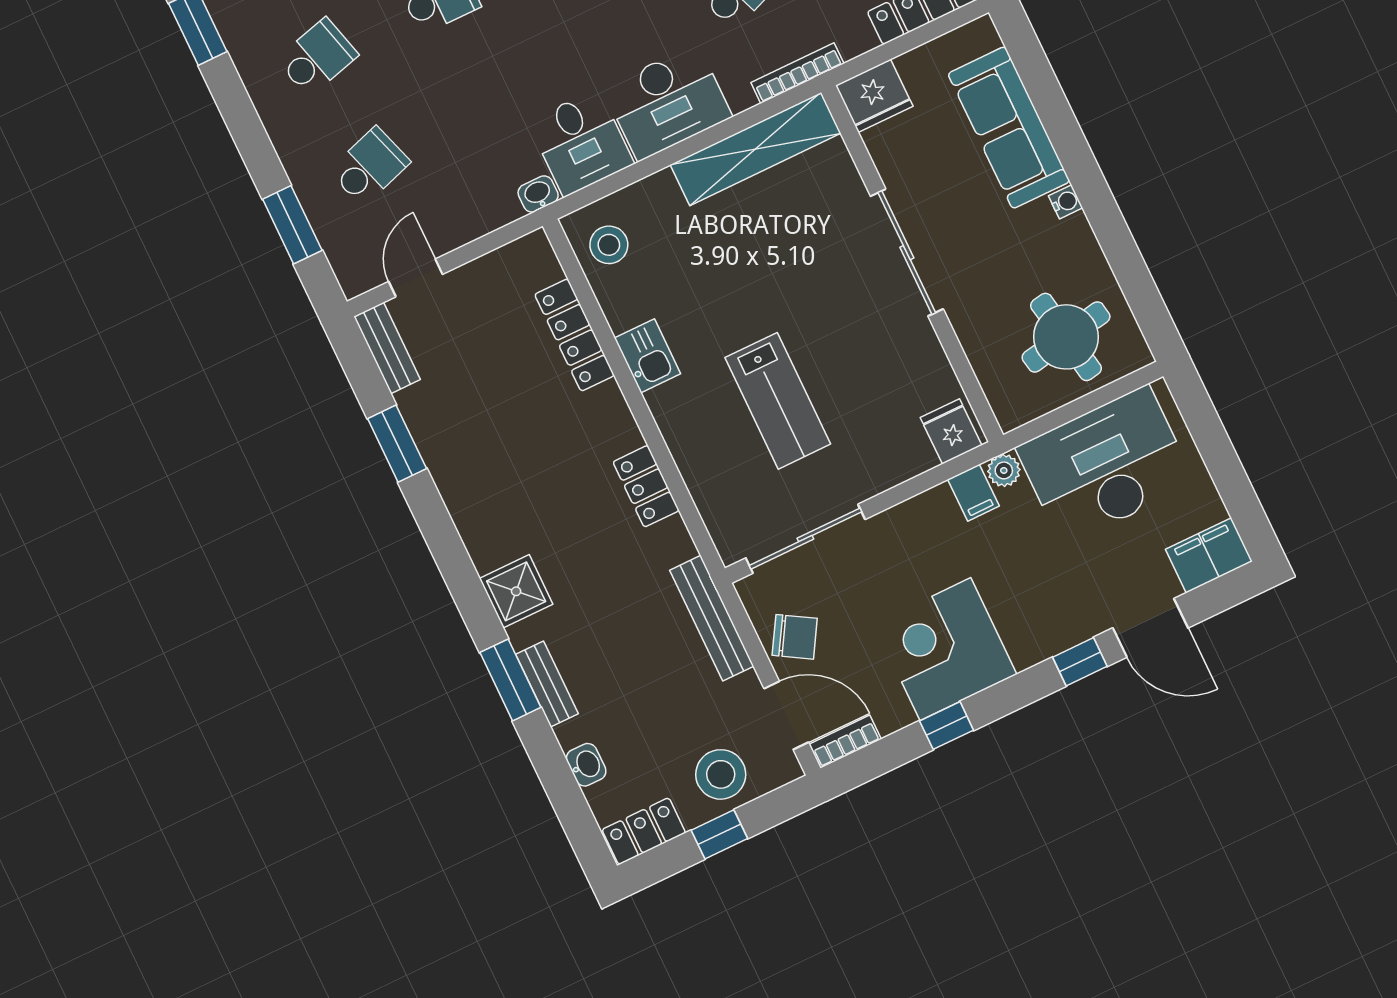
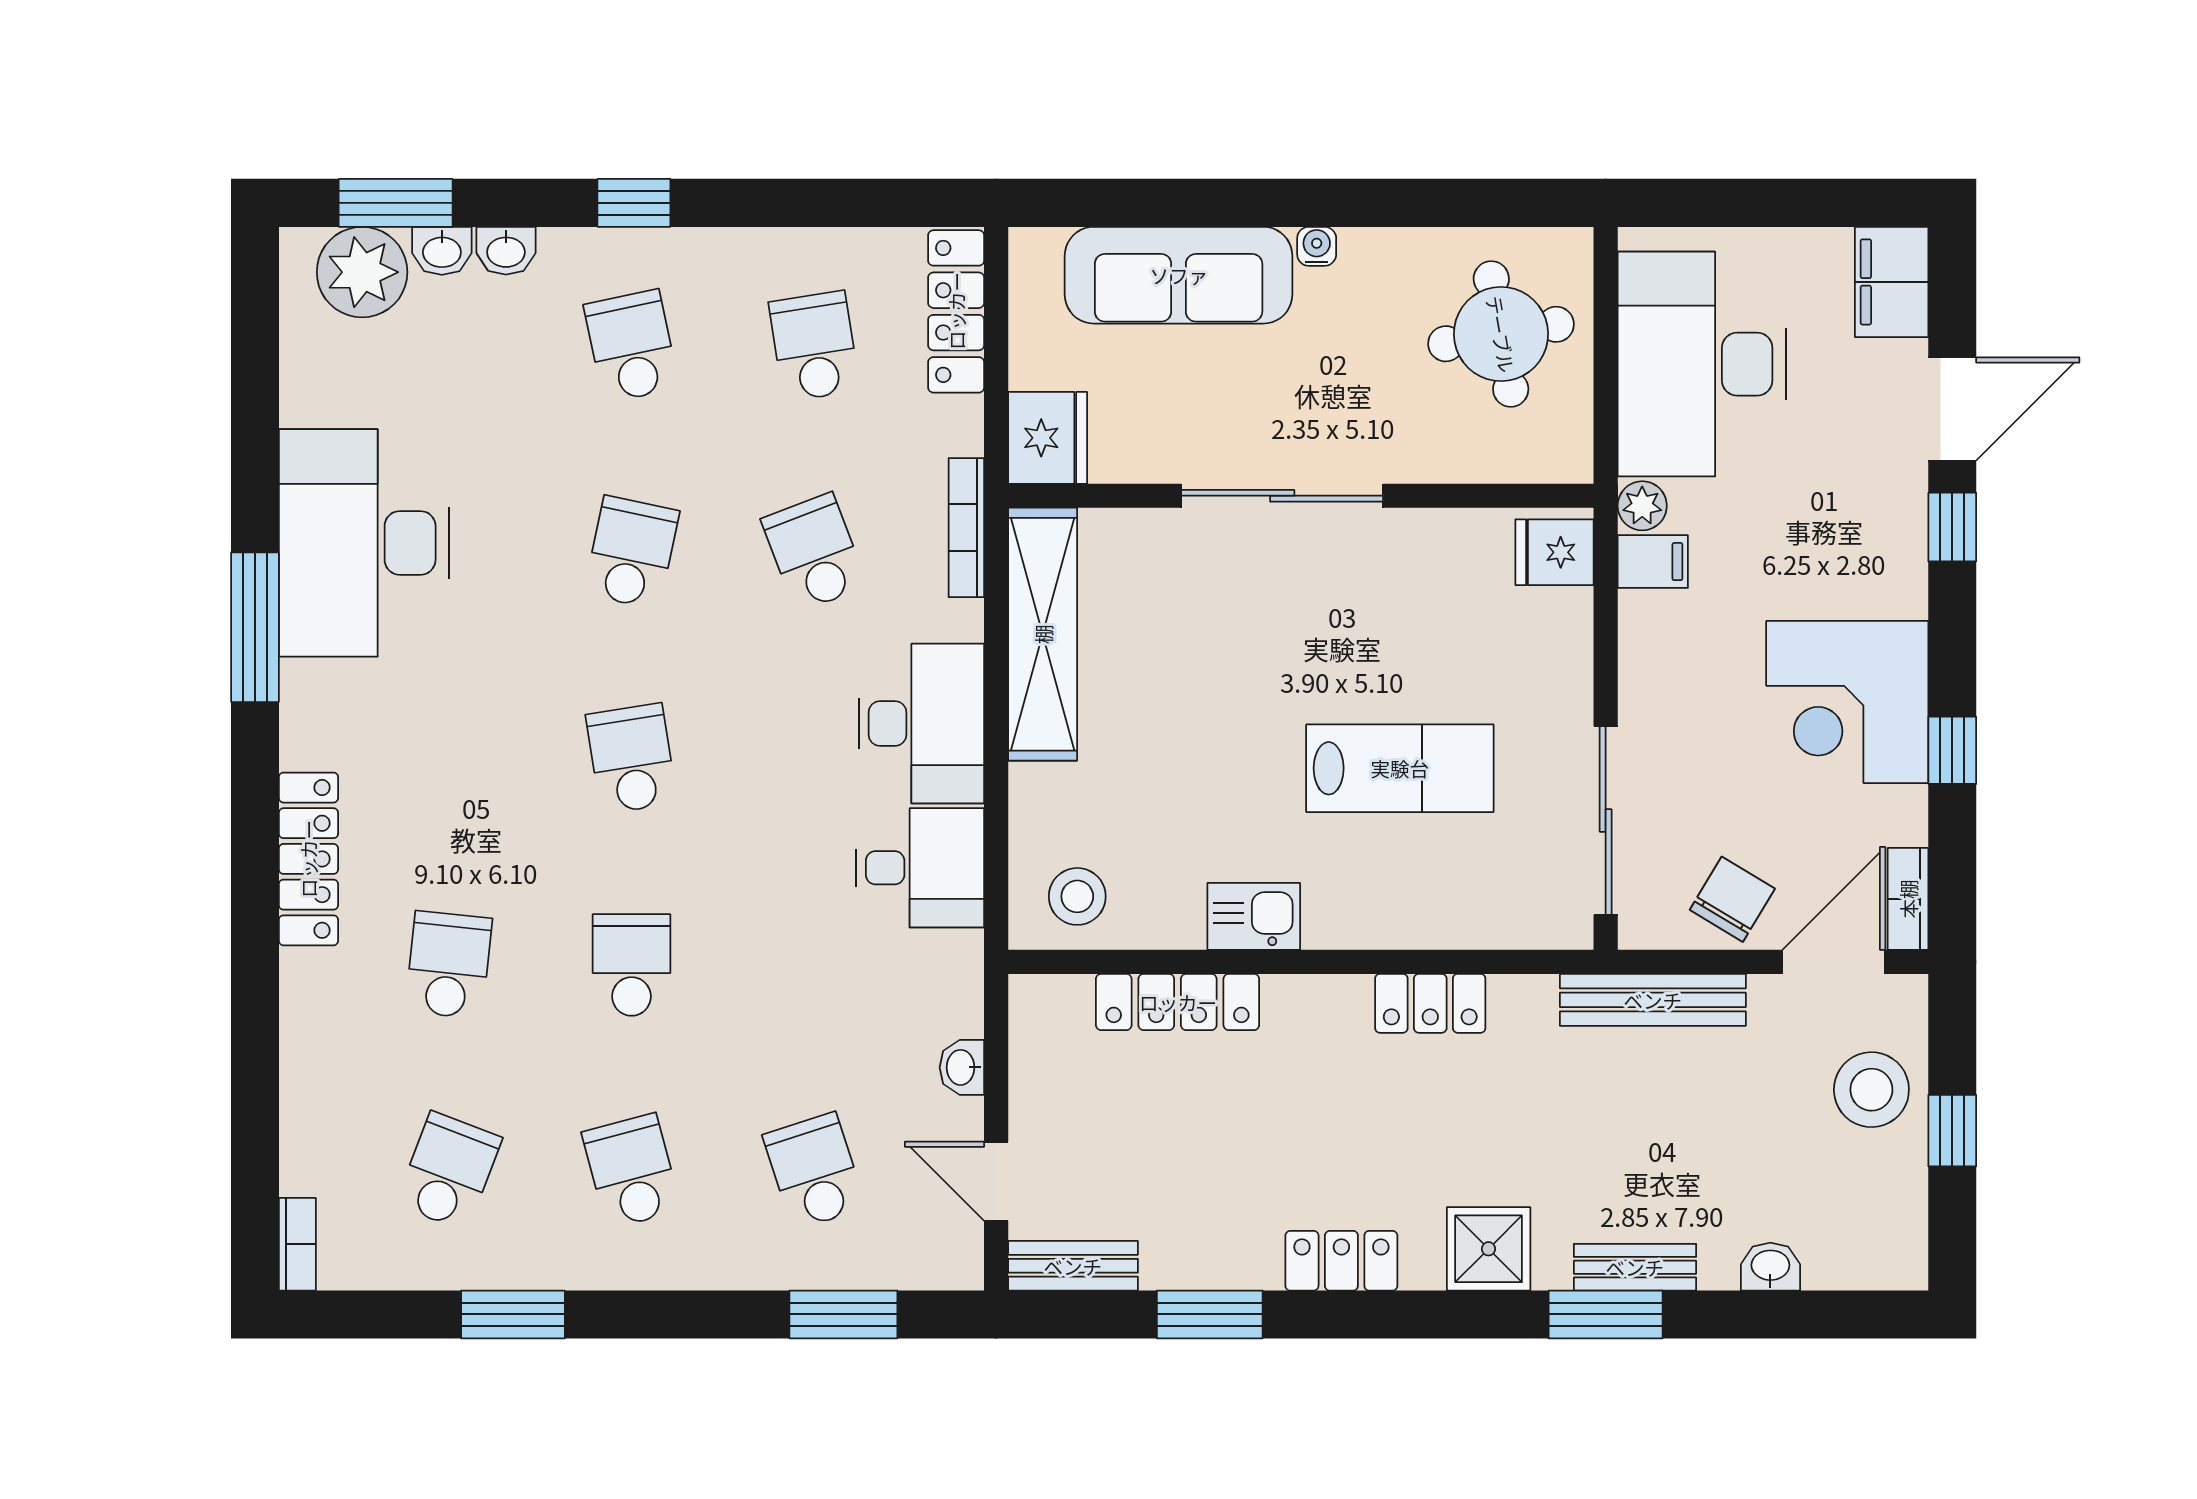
washbasin: (538, 194) -> (962, 1067), moved
locker: (644, 831) -> (1341, 1261), moved, turned 90

